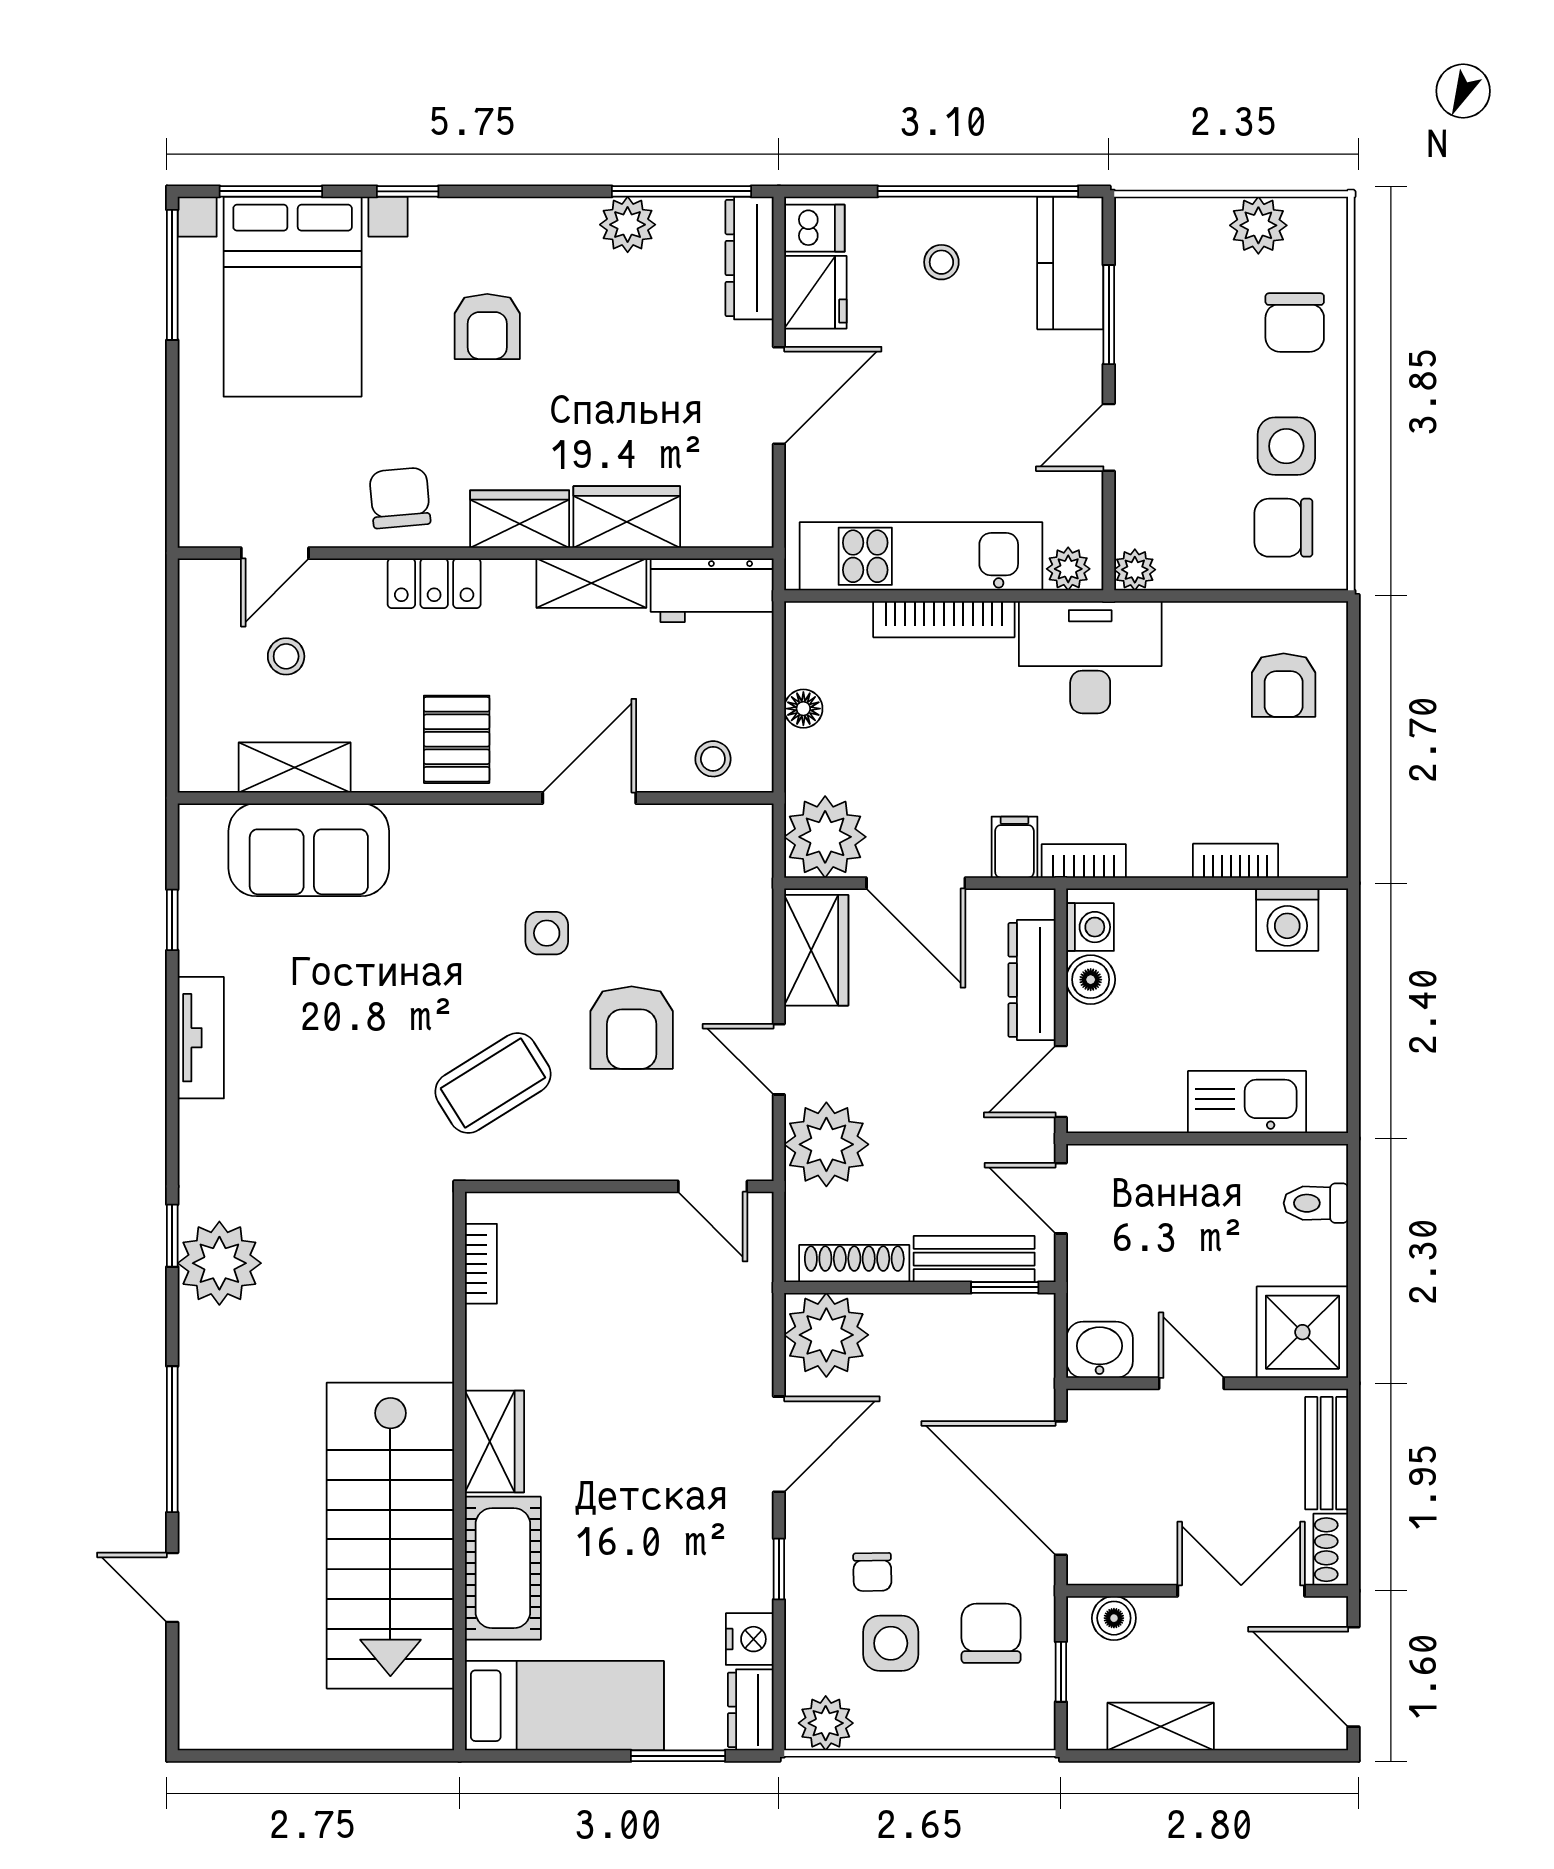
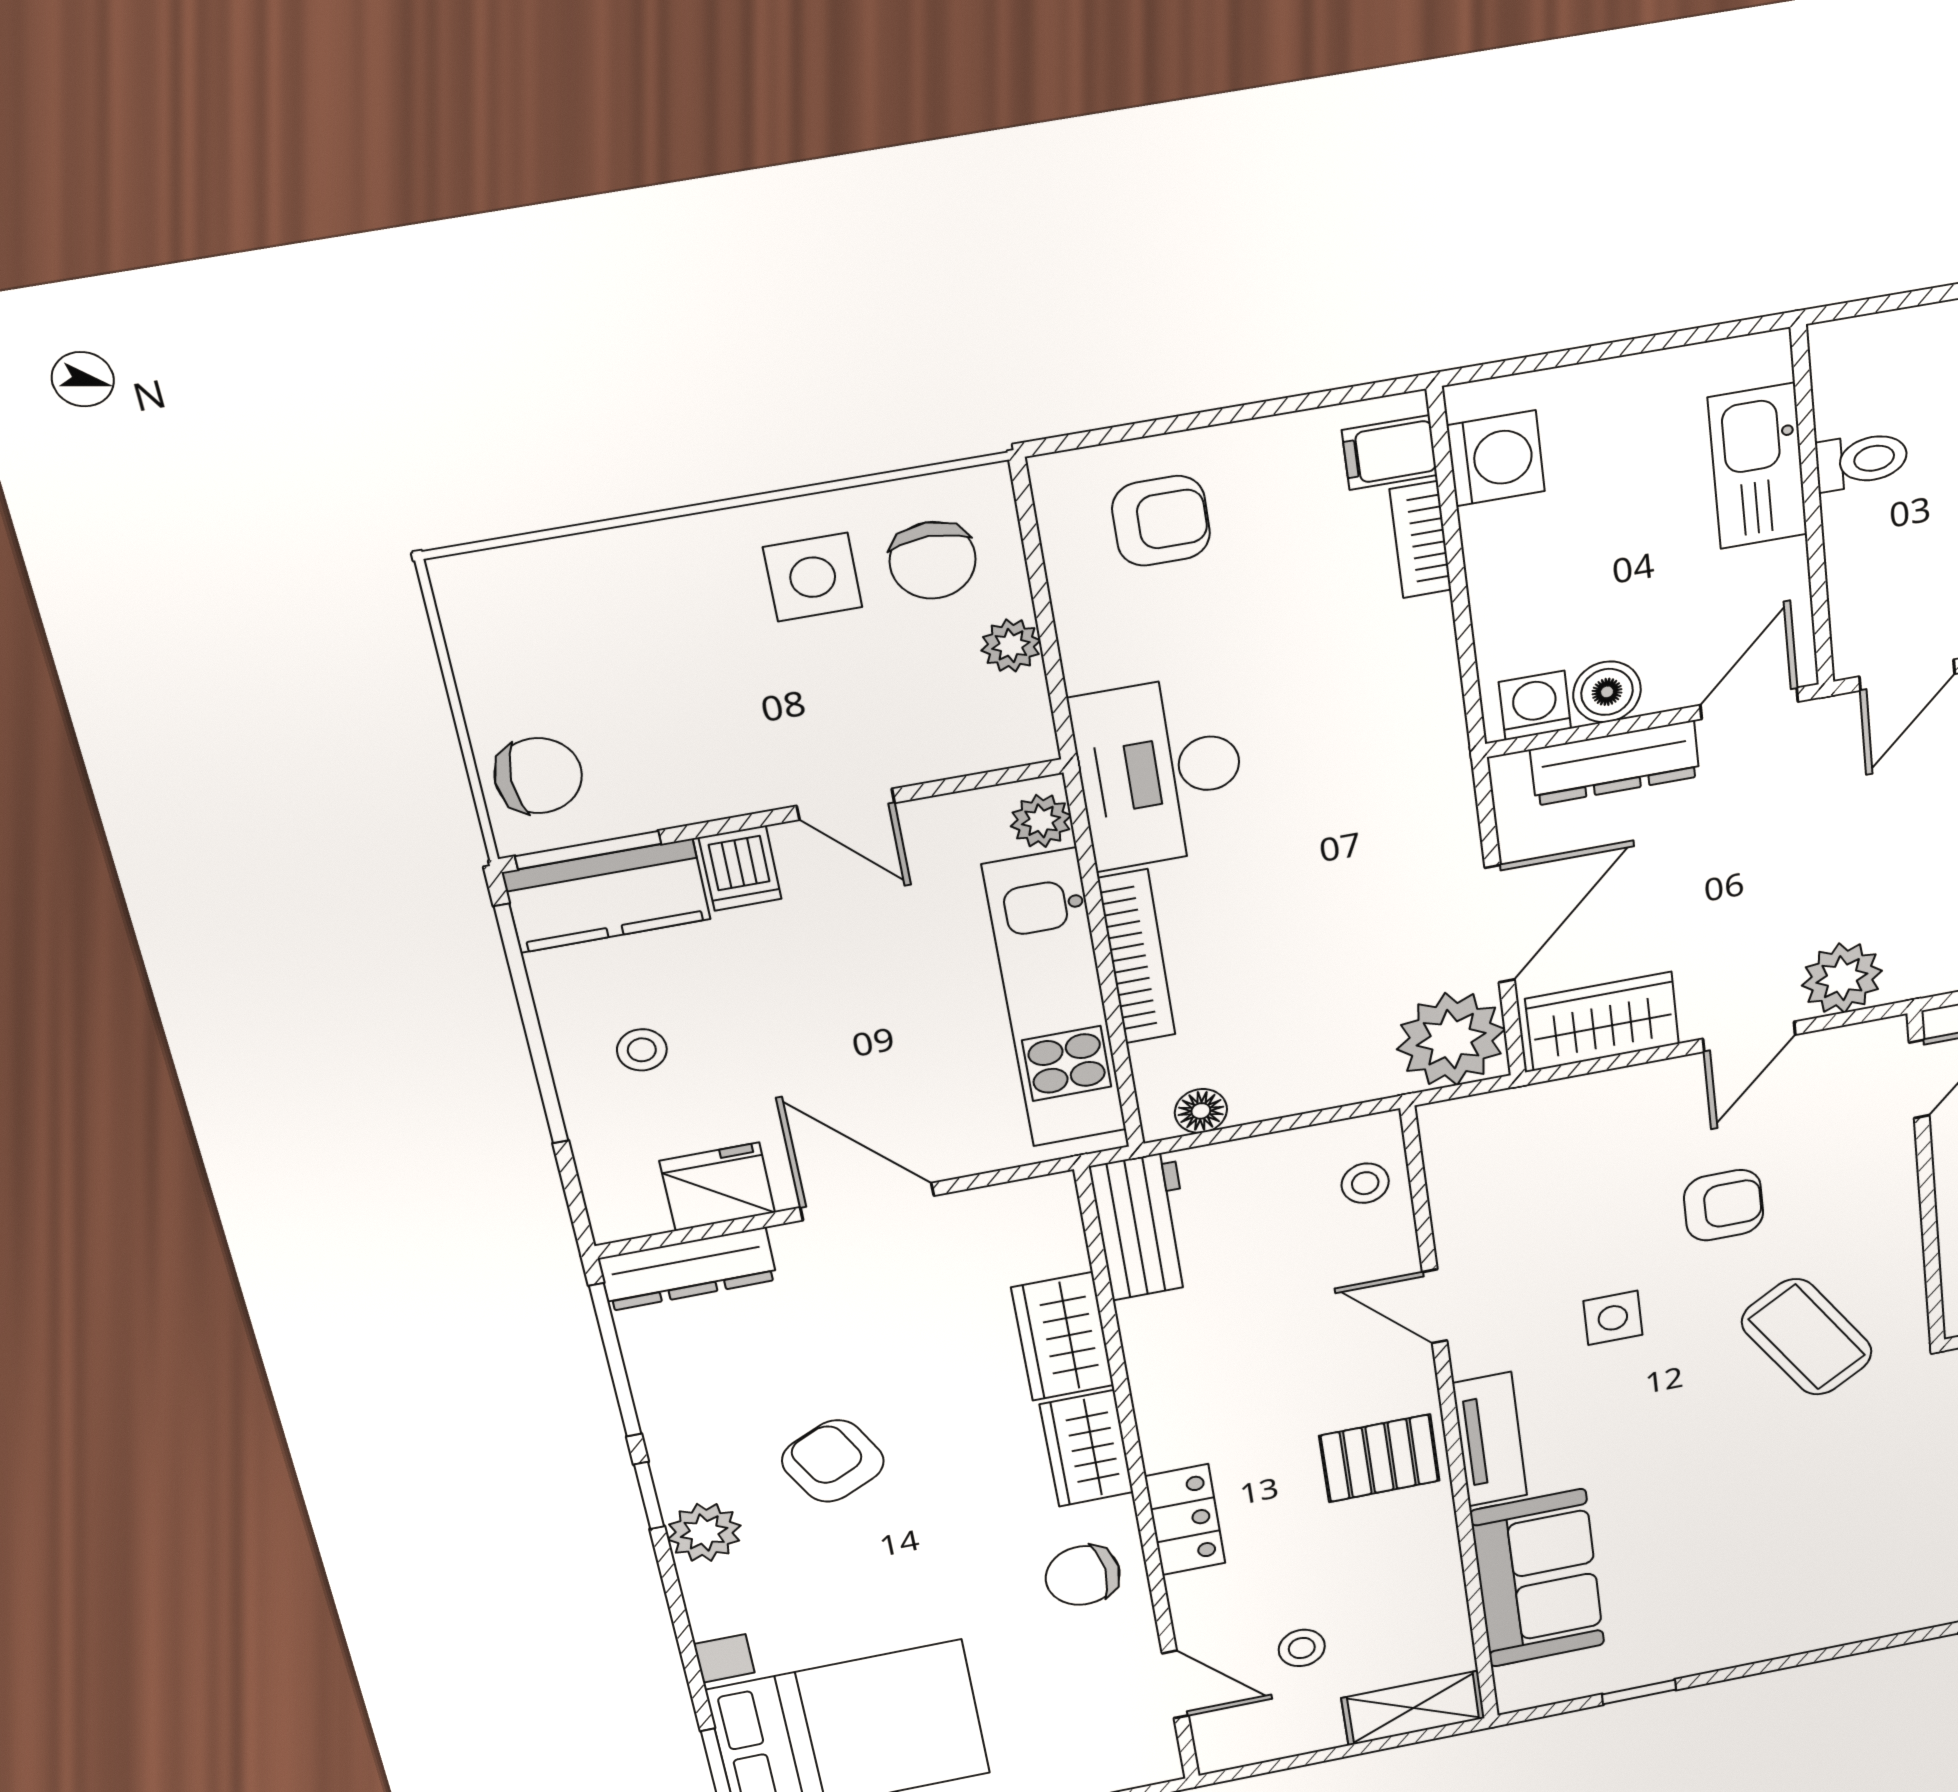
window: (408, 191) -> (649, 1496), moved
plant: (628, 225) -> (704, 1532), moved
plant: (1258, 225) -> (495, 670), removed
dishwasher: (814, 228) -> (740, 868), moved, turned 180
window: (1109, 315) -> (588, 850), moved
chair: (1295, 323) -> (538, 776), moved
armchair: (487, 326) -> (833, 1461), moved, turned -117
plant: (1135, 570) -> (1011, 646), moved
shelving: (591, 583) -> (1156, 1358), removed
floor lamp: (803, 709) -> (1201, 1111), moved
shelving: (295, 767) -> (1413, 1708), moved, turned 90
door: (589, 798) -> (1435, 1306), width x0.73
filing cabinet: (1014, 847) -> (1390, 453), moved
bookcase: (1084, 861) -> (1445, 729), removed
armchair: (632, 1028) -> (1724, 1205), width x0.72, depth x0.72
tv unit: (201, 1038) -> (1490, 1439), moved, turned 90
door: (1061, 1081) -> (1749, 703), swing flipped
plant: (826, 1144) -> (1842, 978), width x0.73, depth x0.73
toilet: (1316, 1203) -> (1862, 460), moved, turned -90

